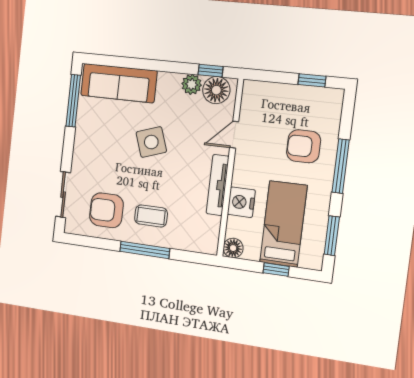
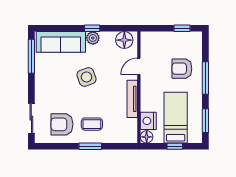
window: (211, 71) -> (92, 28), moved
plant: (192, 84) -> (93, 38), moved
nightstand: (241, 202) -> (148, 121), moved
window: (145, 250) -> (90, 146), width x0.69

